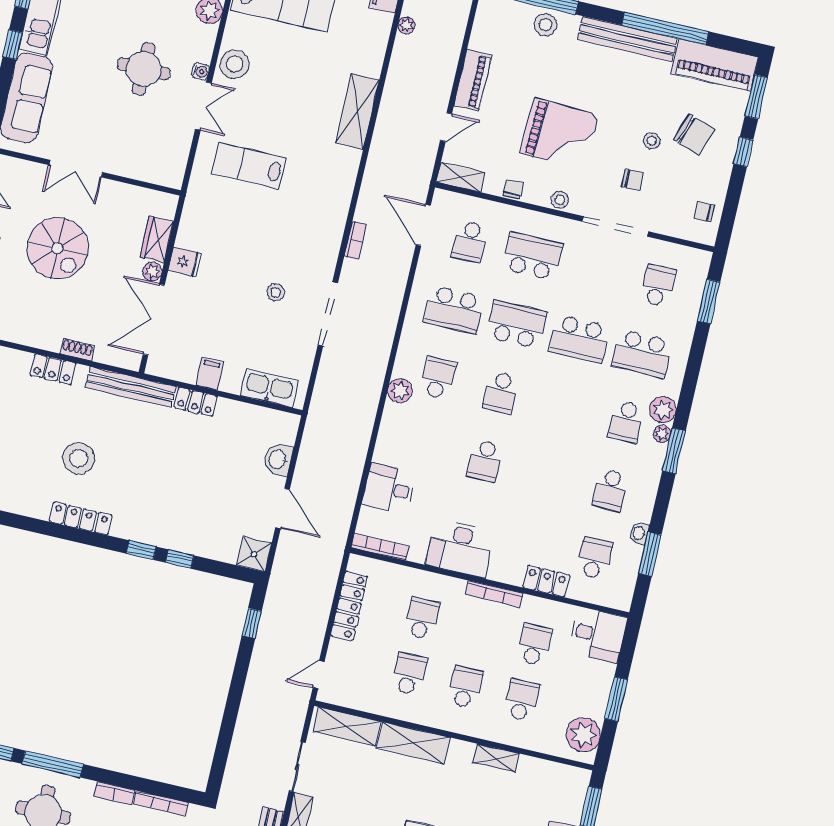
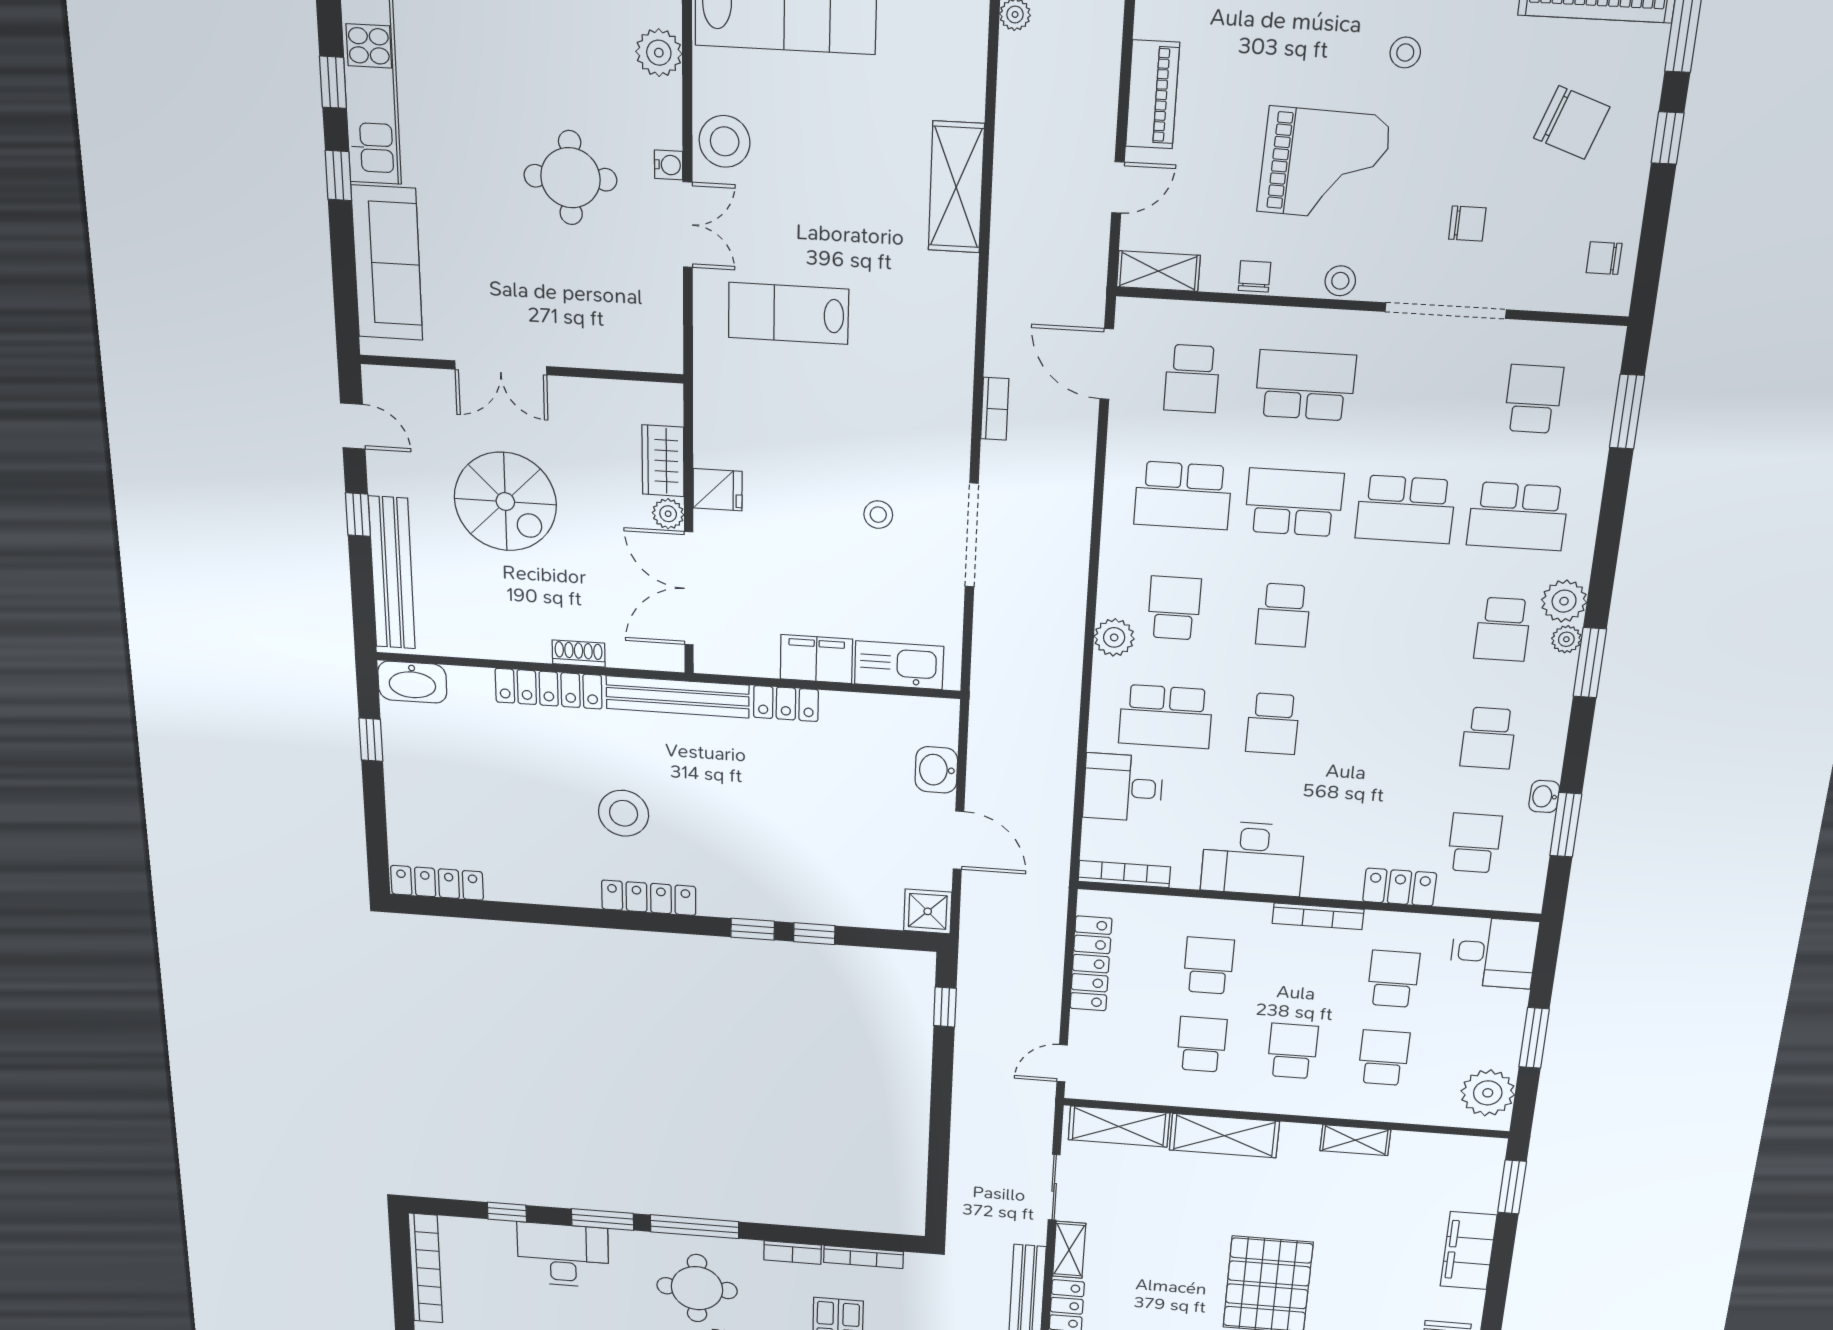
stool: (652, 141) -> (1405, 52), moved
locker: (53, 369) -> (549, 689), width x1.53
filing cabinet: (210, 374) -> (816, 659), width x2.00
school desk: (422, 446) -> (1166, 717), added

